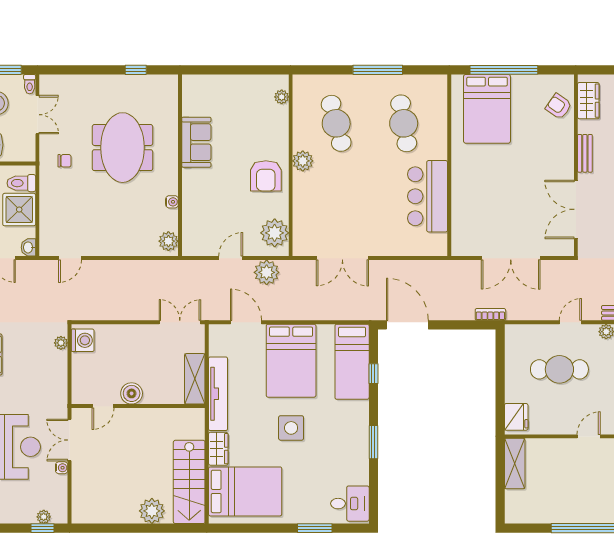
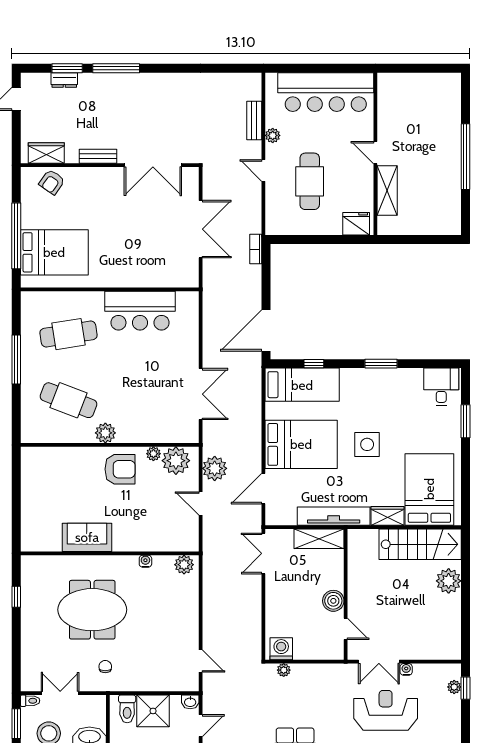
plant: (282, 97) -> (153, 454), moved
cafe table: (336, 123) -> (68, 400), turned 36
shelving: (515, 464) -> (387, 191), moved, turned 90

